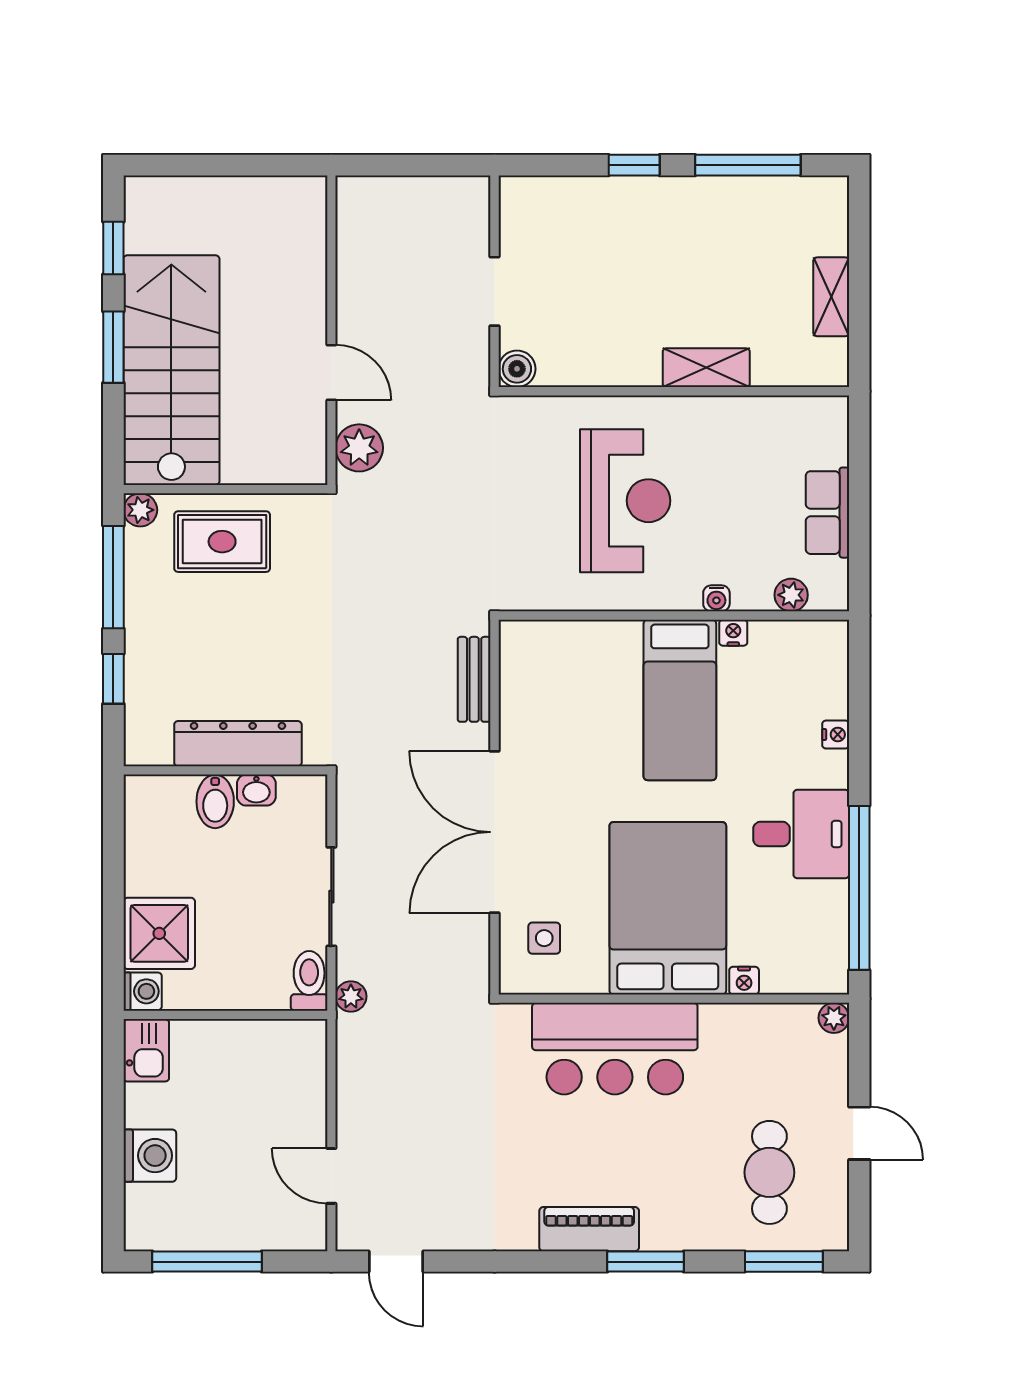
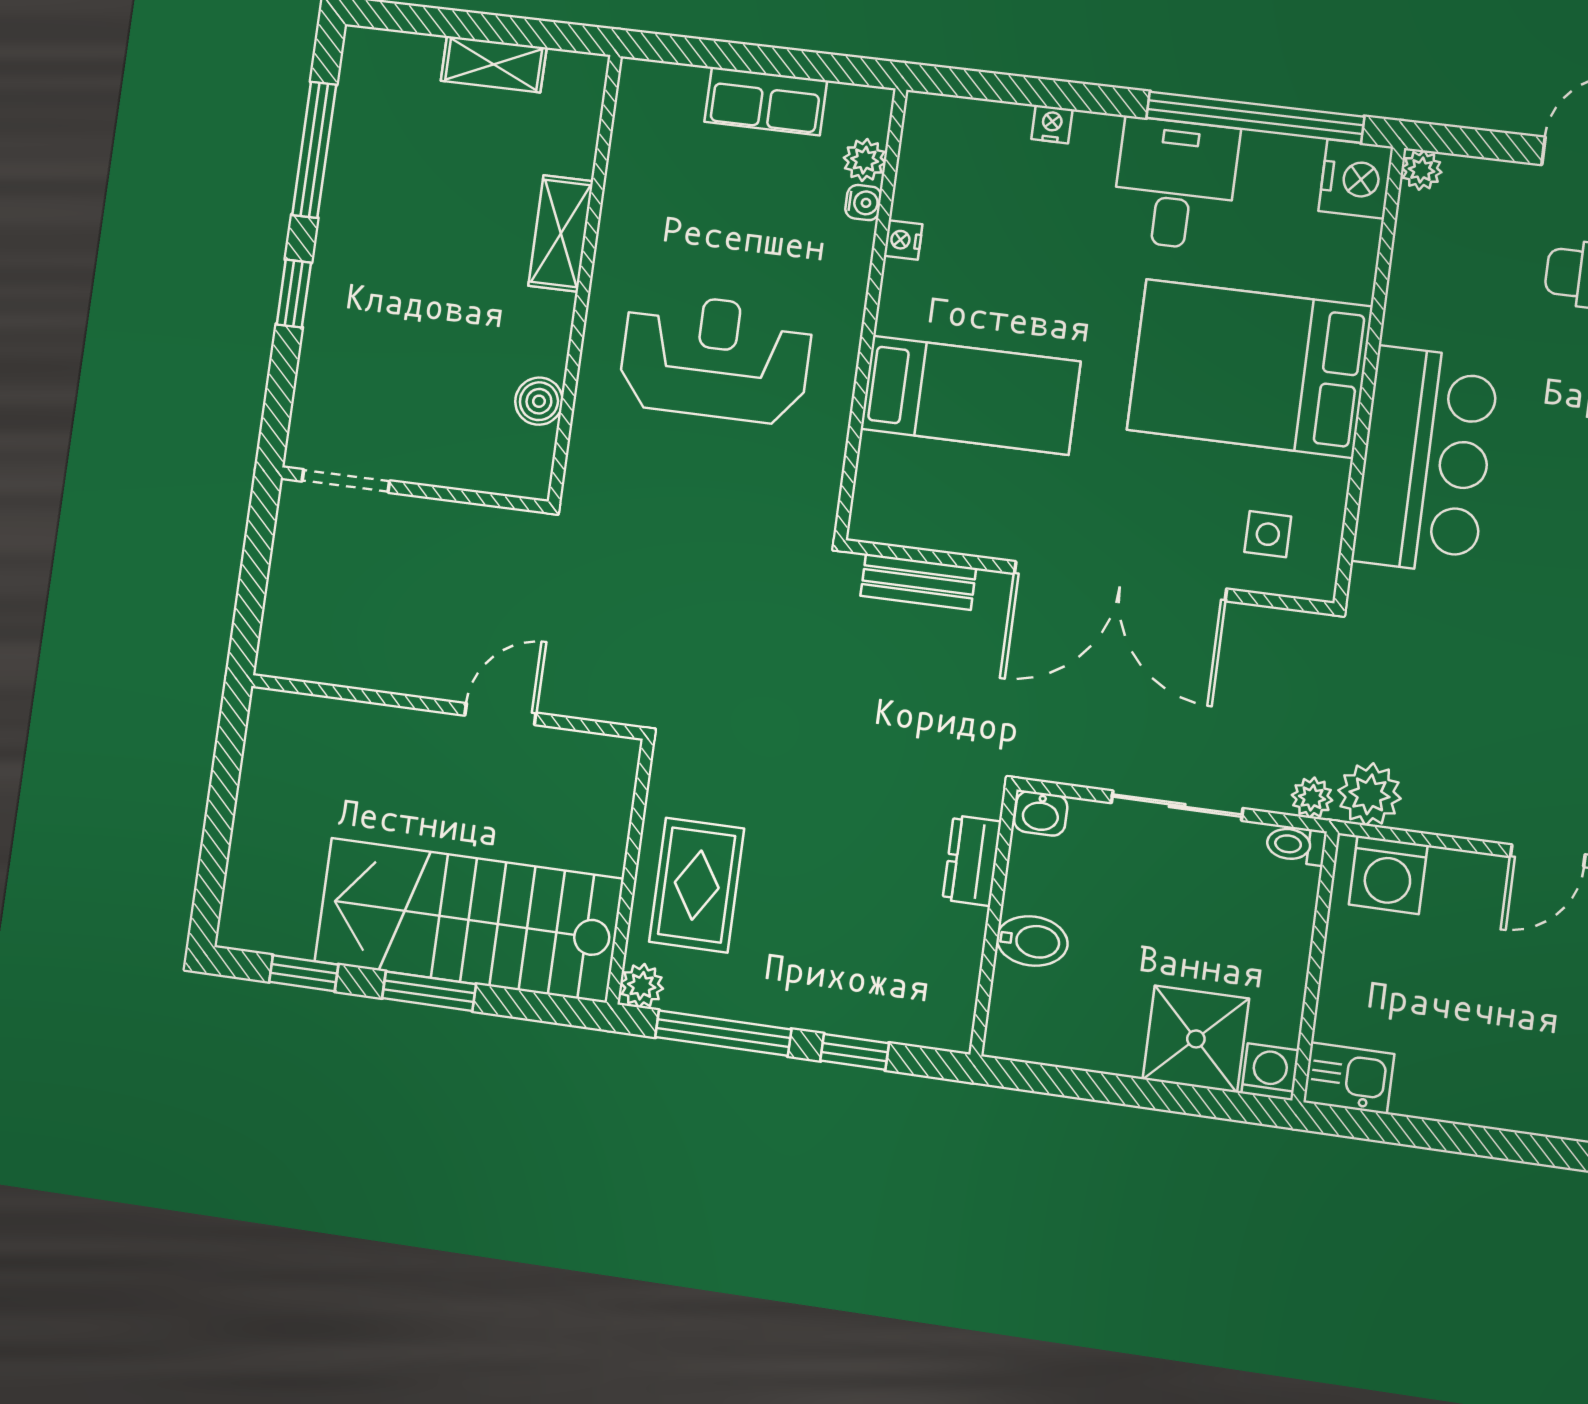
doorway: (494, 291) -> (346, 481), moved
boiler: (517, 369) -> (539, 401), moved
plant: (359, 448) -> (1369, 794), moved
water cooler: (716, 598) -> (863, 203), moved
bed: (680, 700) -> (970, 395), moved
dresser: (238, 744) -> (972, 861), width x0.51, depth x0.80
washbasin: (256, 790) -> (1041, 813), moved, turned 90
toilet: (309, 981) -> (1296, 845), width x0.73, depth x0.72
nightstand: (744, 981) -> (1356, 179), moved, width x1.89, depth x1.79
washing machine: (150, 1156) -> (1388, 875), moved, turned 180

